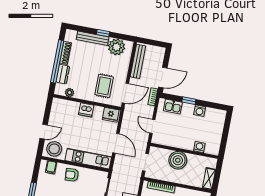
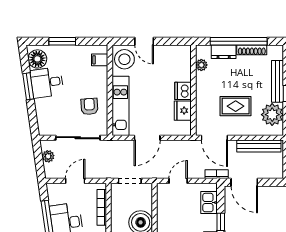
rug: (104, 86) -> (236, 106), moved
fridge: (111, 115) -> (183, 111), moved
armchair: (72, 175) -> (89, 107), moved

